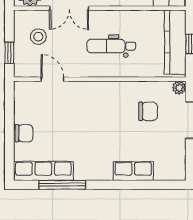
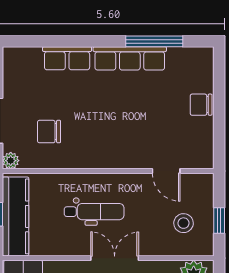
double door: (69, 8) -> (115, 258), moved
window: (9, 53) -> (219, 220), moved
row of seats: (43, 171) -> (130, 58), moved

